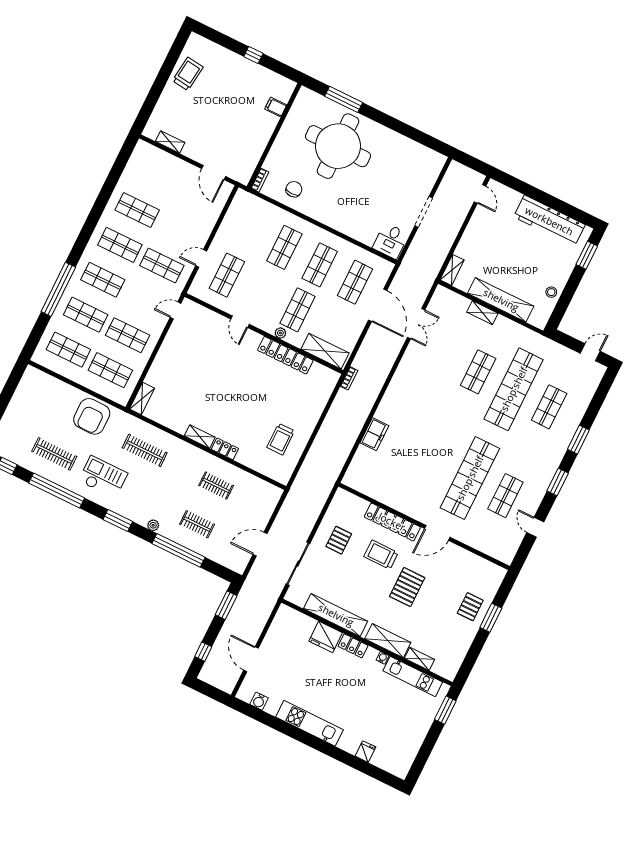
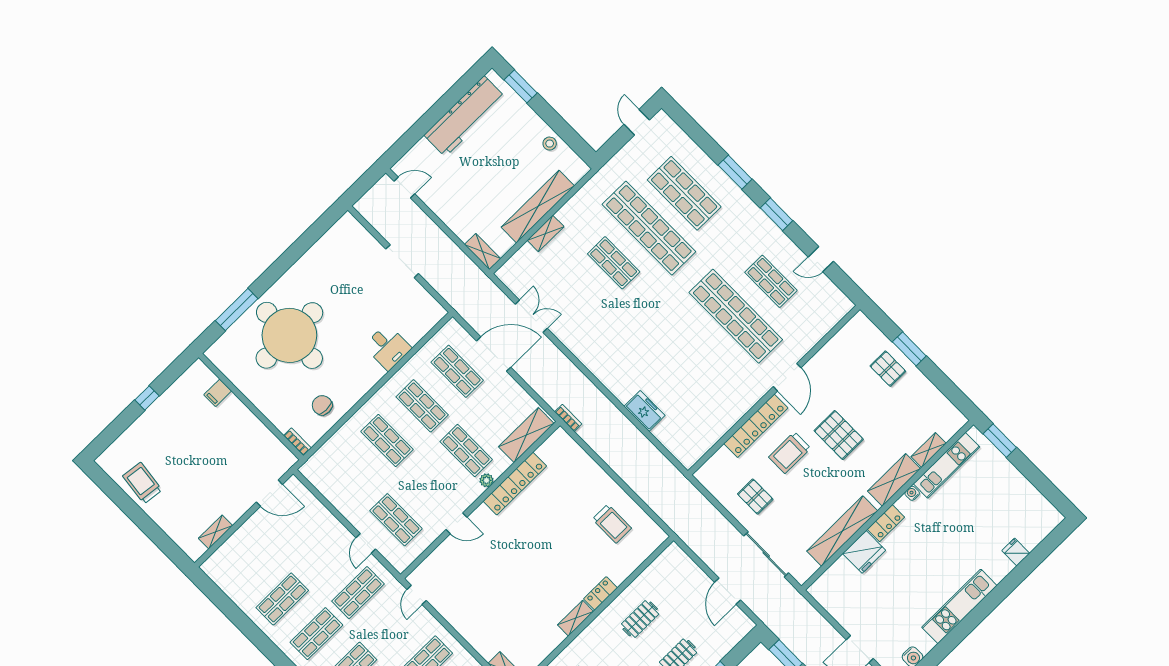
desk: (391, 241) -> (388, 347), moved
shop shelf: (549, 407) -> (684, 193), width x1.43, depth x1.36

